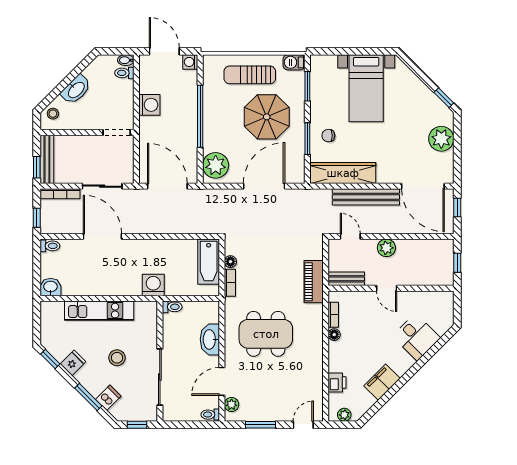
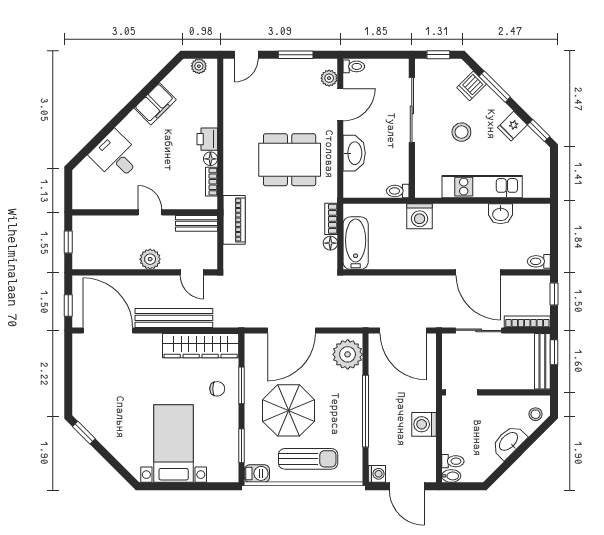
plant: (441, 139) -> (87, 385), removed
washbasin: (51, 287) -> (501, 214), moved
printer: (337, 382) -> (207, 139), moved

